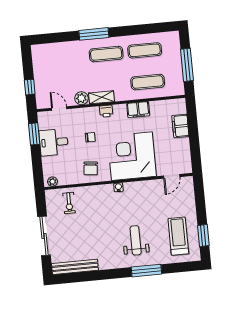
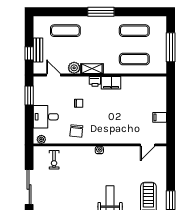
window: (94, 34) -> (101, 12), moved
exercise mat: (106, 54) -> (65, 31), moved
bench: (39, 82) -> (38, 50), added
filing cabinet: (138, 110) -> (111, 83), moved
filing cabinet: (180, 126) -> (160, 117), moved, width x0.50
desk: (54, 142) -> (46, 117), moved
corner desk: (132, 156) -> (114, 124), removed

